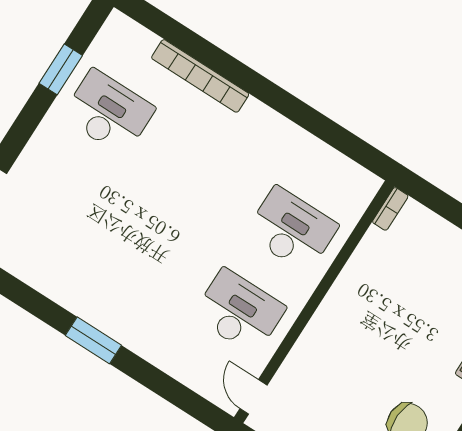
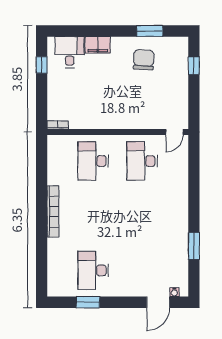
bookcase: (200, 76) -> (53, 211), moved
window: (93, 340) -> (194, 246), moved

